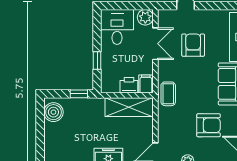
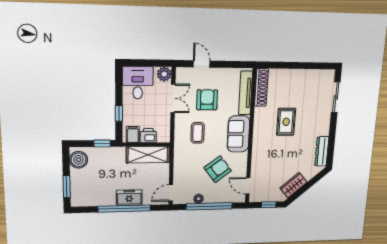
filing cabinet: (146, 84) -> (133, 134), moved
coffee table: (168, 94) -> (198, 133), moved
armchair: (209, 125) -> (218, 169), turned -37
window: (40, 143) -> (67, 187), added

